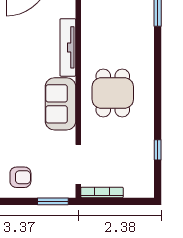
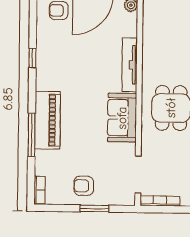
armchair: (20, 177) -> (84, 186), turned 180
window: (53, 201) -> (94, 208), moved

